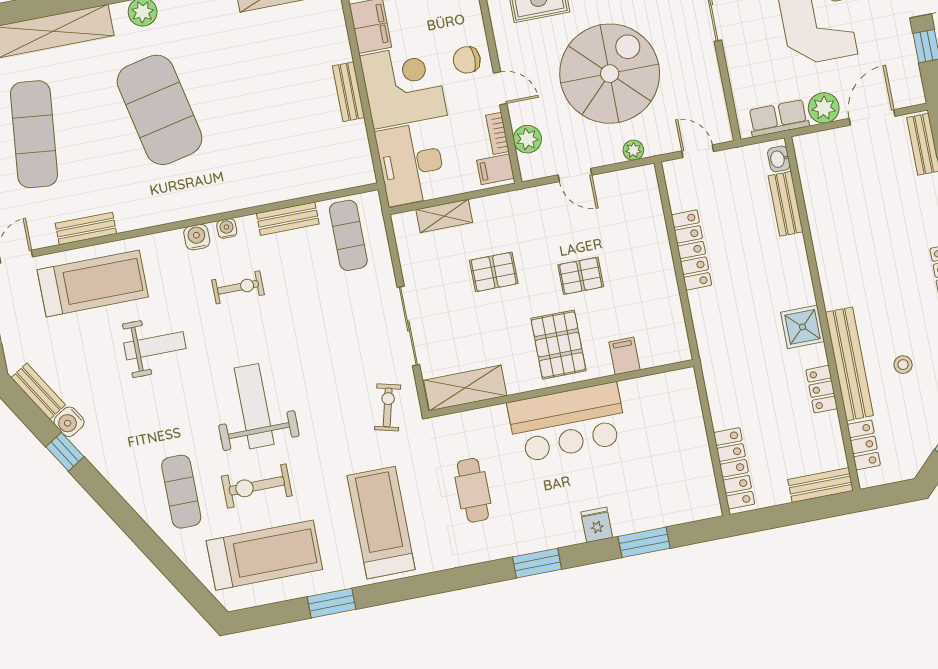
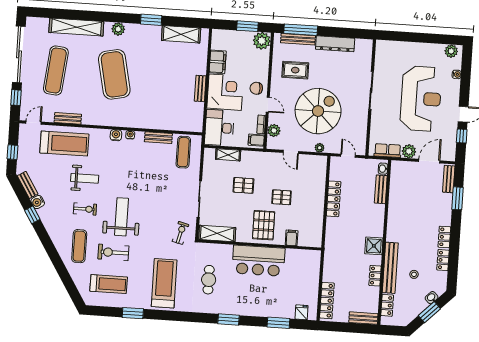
exercise bike: (238, 287) -> (85, 209), moved
fridge: (597, 525) -> (301, 312), moved
treadmill: (264, 555) -> (109, 284), width x0.73, depth x0.73

